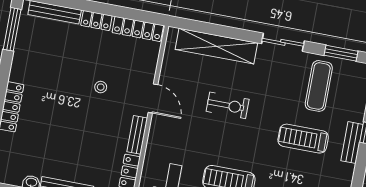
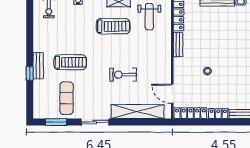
door: (153, 99) -> (172, 94), moved

